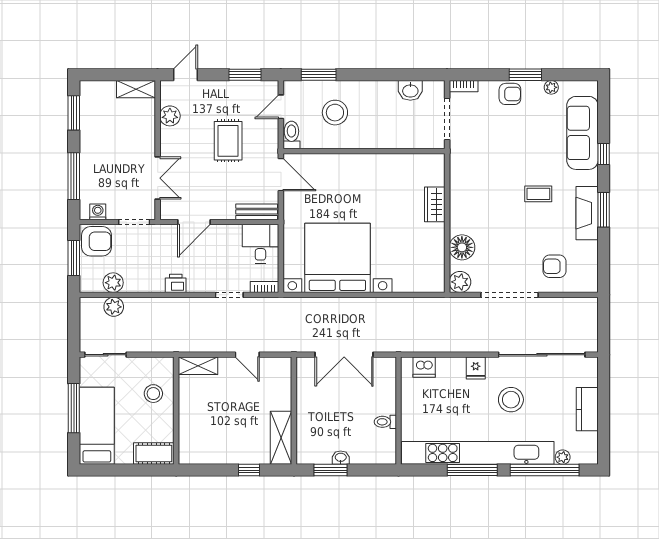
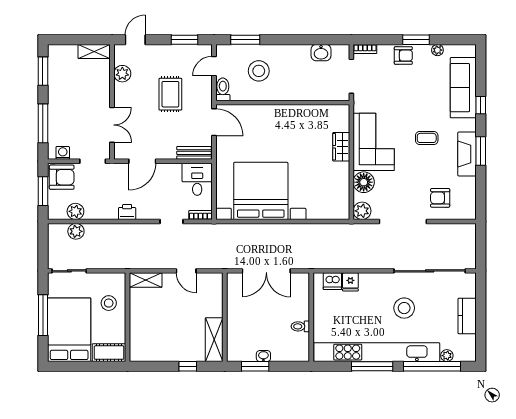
corner sofa: (474, 198) -> (374, 142), added
fridge: (476, 368) -> (350, 282), moved
bed: (97, 426) -> (69, 330), width x1.50

